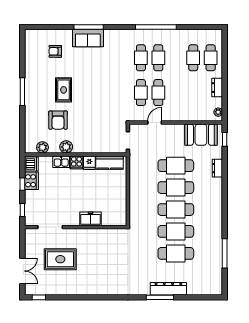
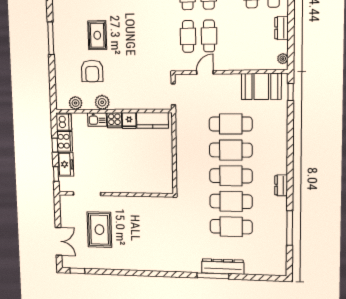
dresser: (217, 168) -> (281, 185), moved
freezer: (90, 219) -> (66, 164), moved, turned 90
rug: (60, 259) -> (99, 230), turned 90

